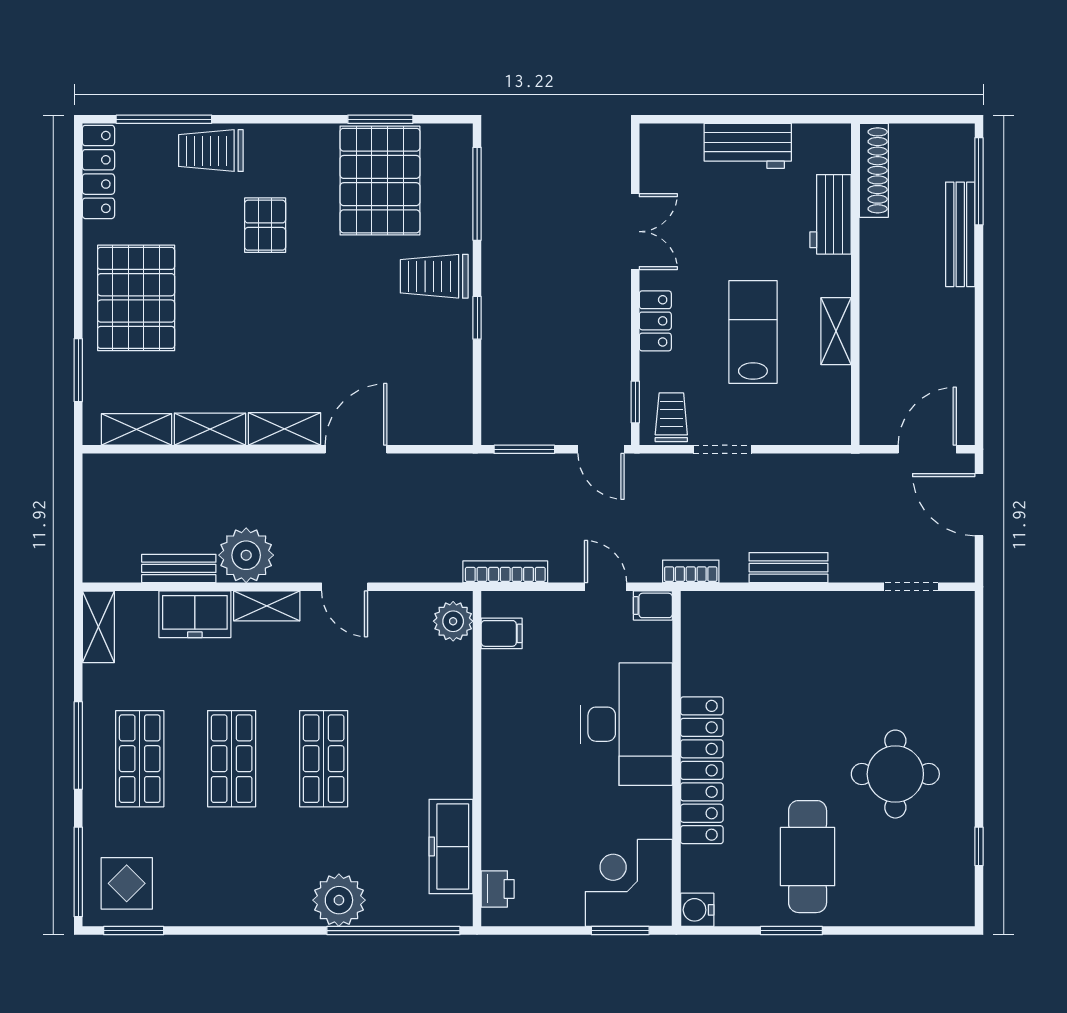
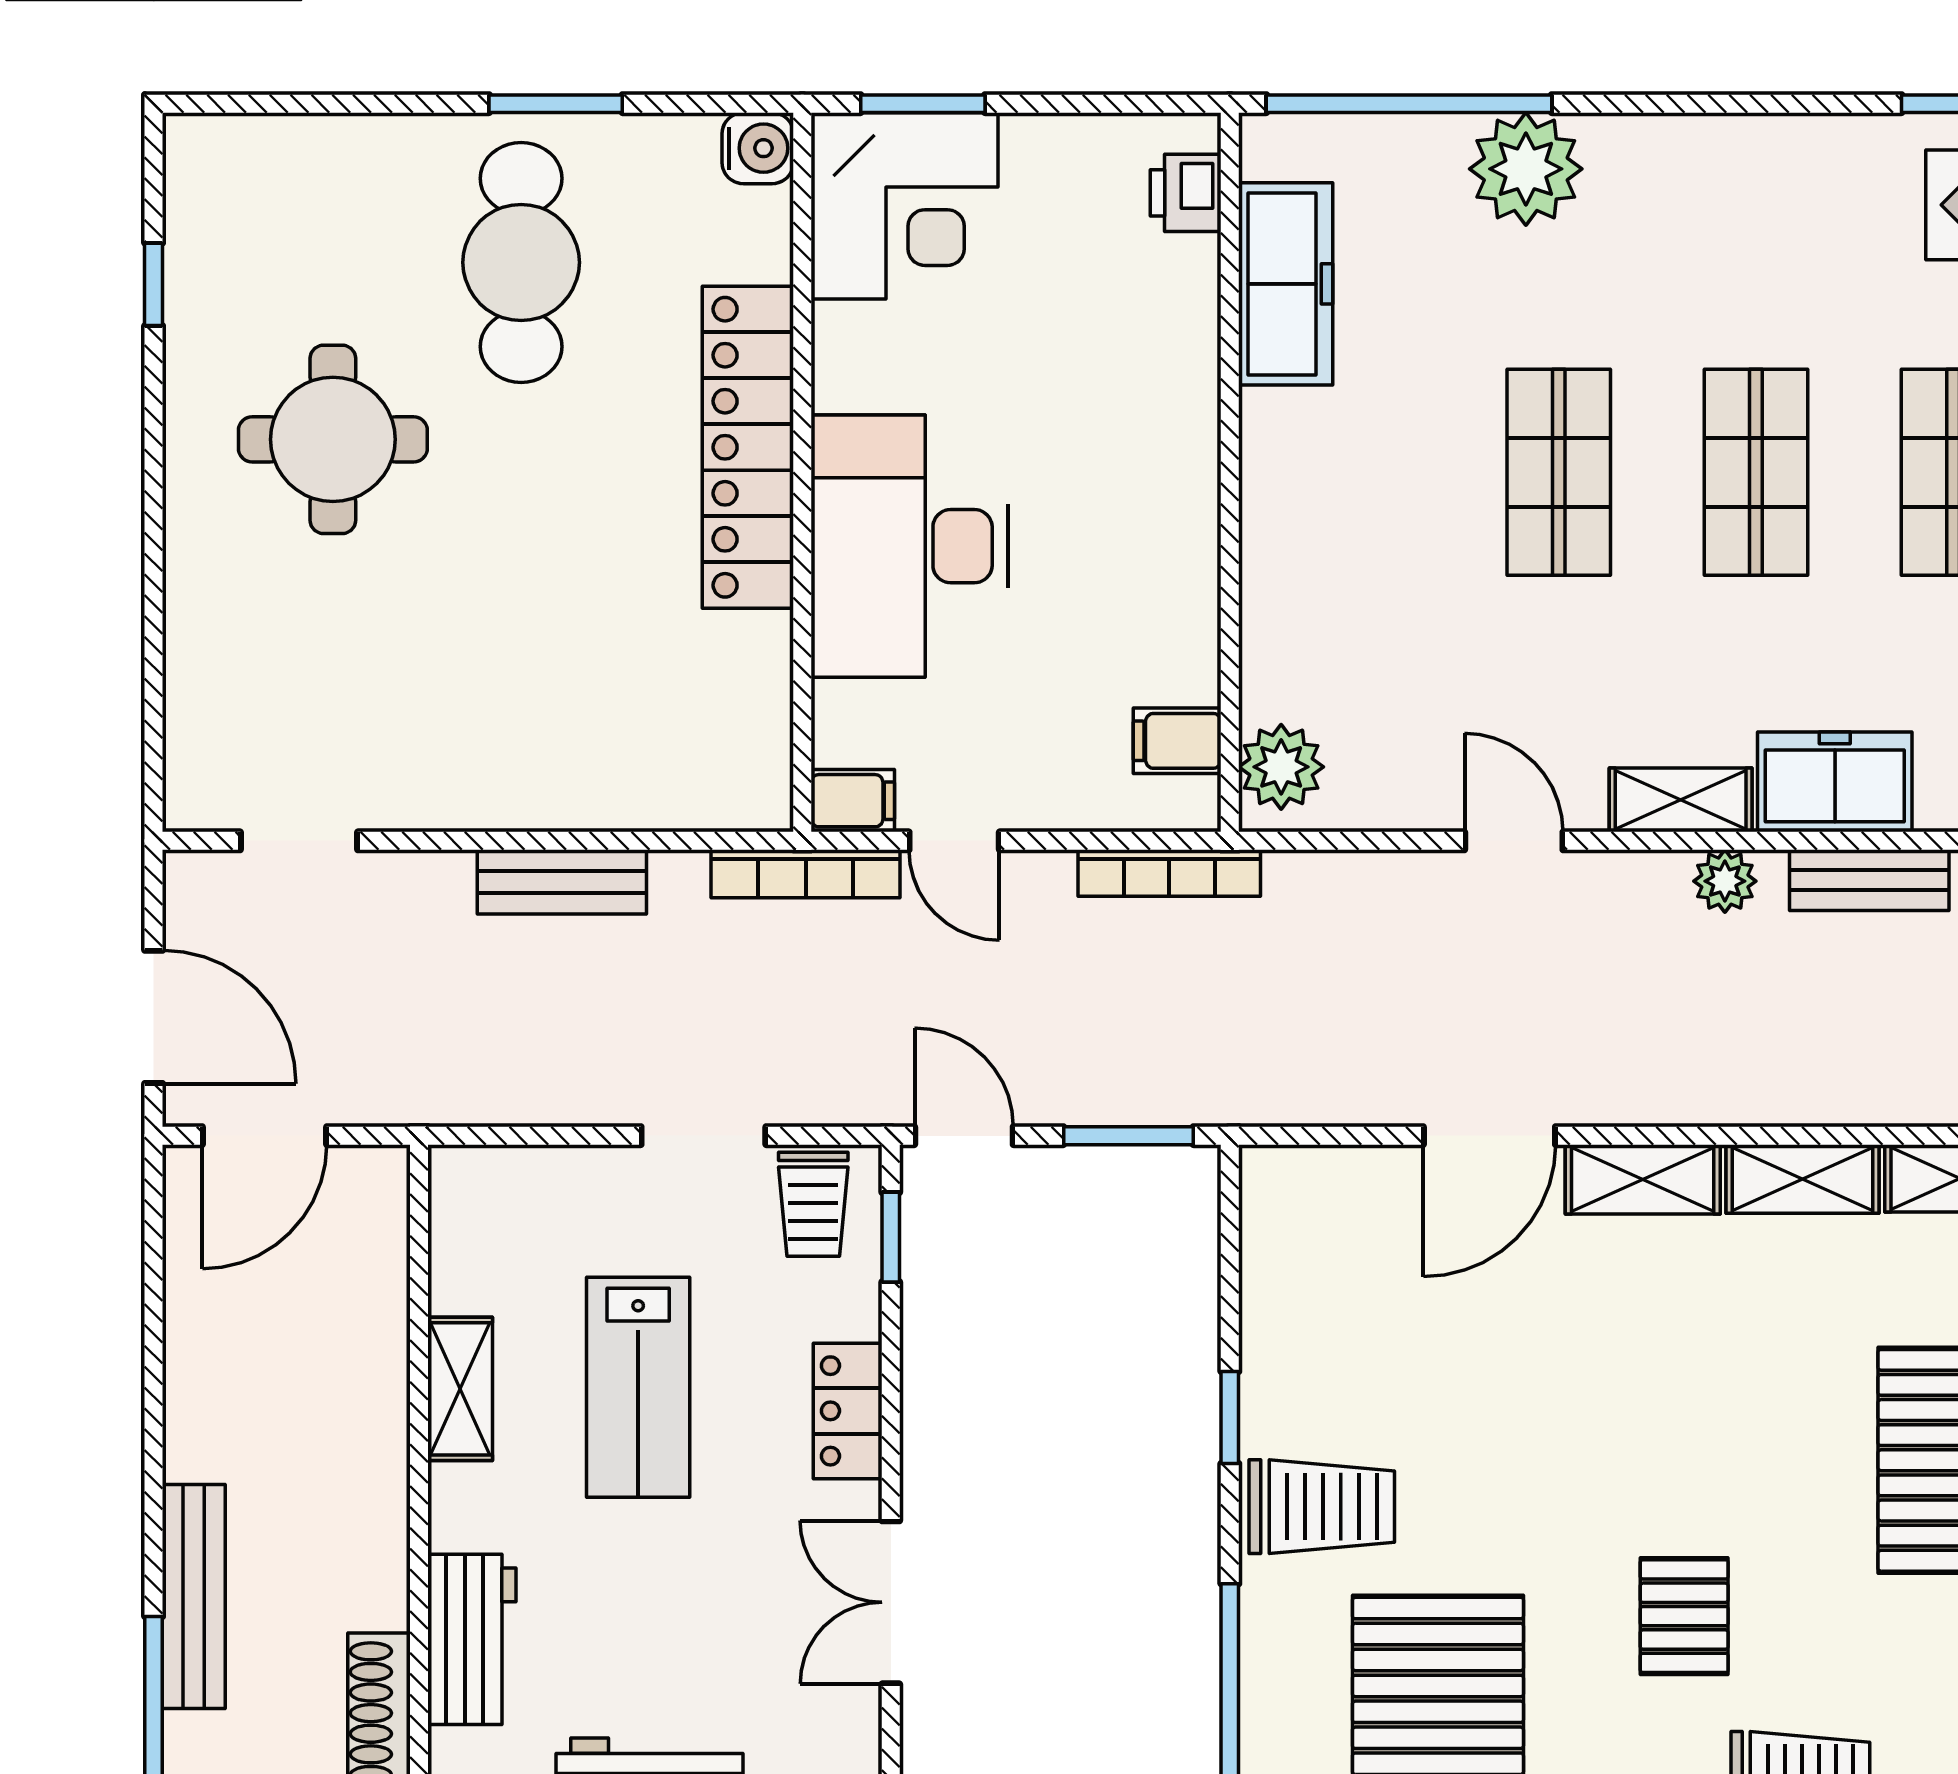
plant: (246, 555) -> (1725, 881), width x0.53, depth x0.53
bookcase: (691, 571) -> (806, 874), width x1.56

